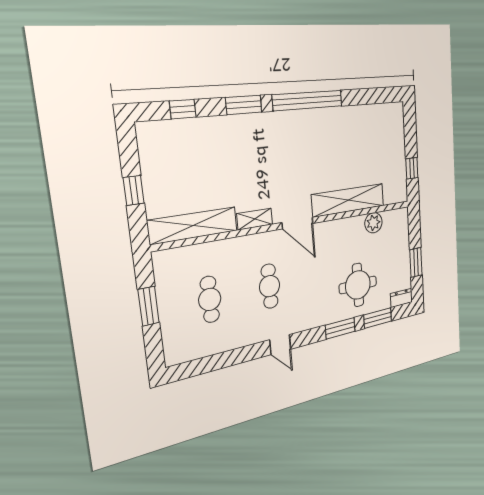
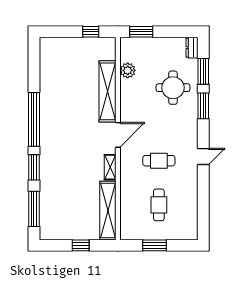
window: (183, 109) -> (34, 209), width x2.17
window: (416, 262) -> (141, 32), moved
cafe table: (210, 299) -> (159, 205), turned 90

